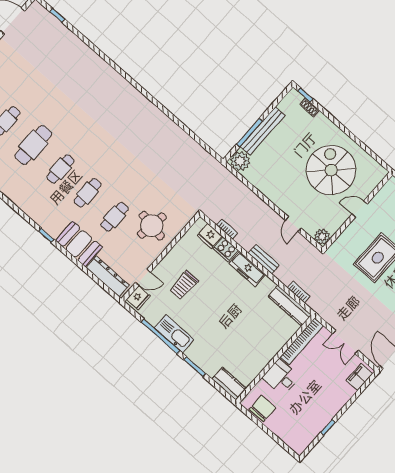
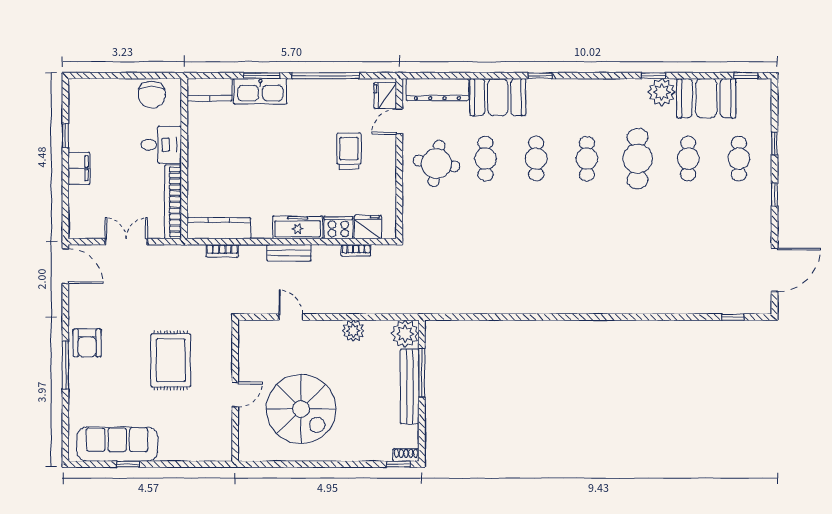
shoe rack: (310, 107) -> (406, 455), moved
round table: (152, 226) -> (436, 163), moved
plant: (322, 237) -> (353, 331), moved
kitchen sink: (174, 334) -> (260, 91), moved
filing cabinet: (359, 377) -> (79, 168), moved

